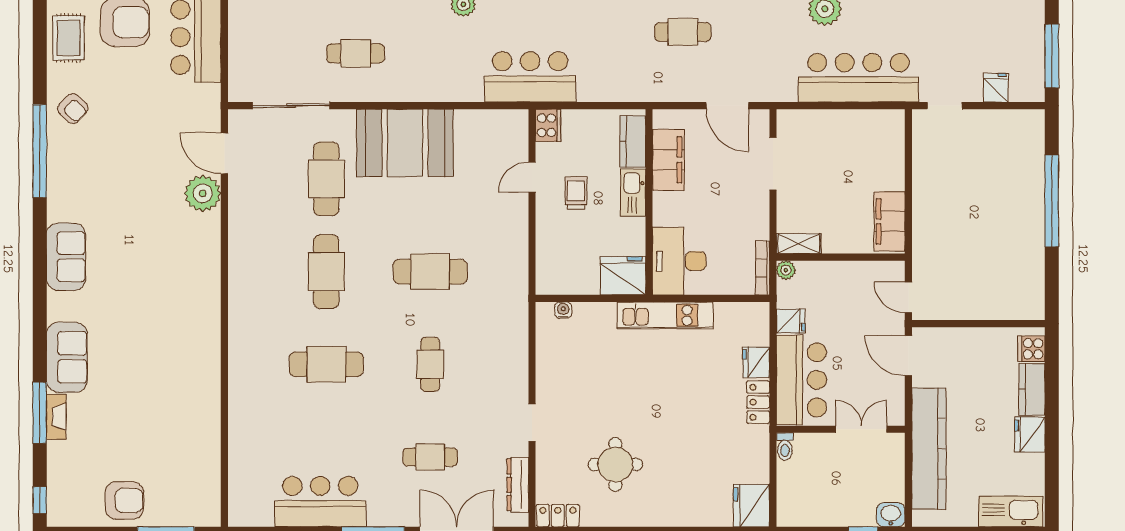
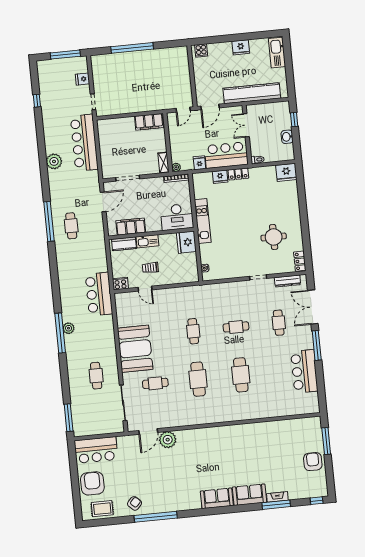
cafe table: (326, 179) -> (155, 383), width x0.73, depth x0.74
sofa: (66, 257) -> (217, 498), moved
cafe table: (326, 272) -> (198, 379), turned 90
cafe table: (430, 272) -> (193, 331), width x0.73, depth x0.74
kitchen counter: (1032, 389) -> (220, 48), removed
washbasin: (891, 515) -> (287, 137), moved

